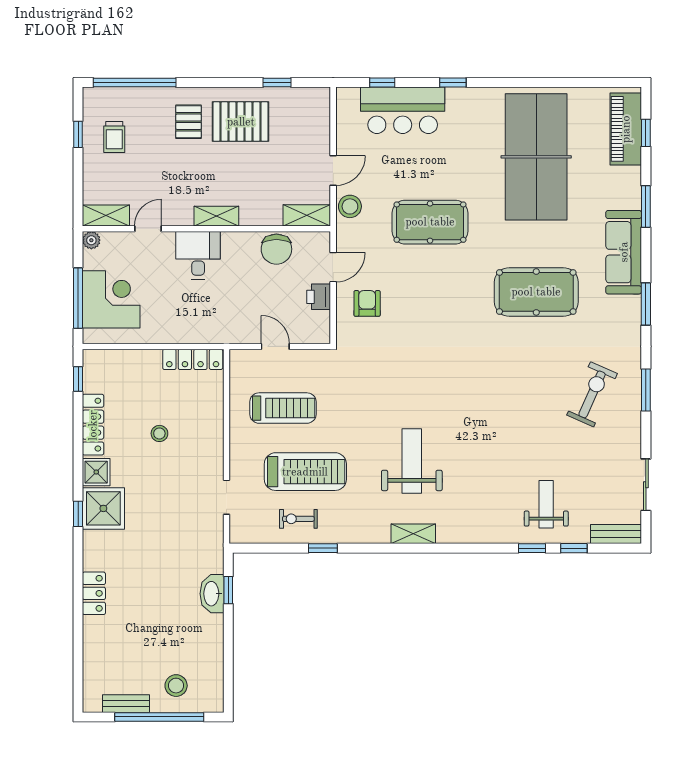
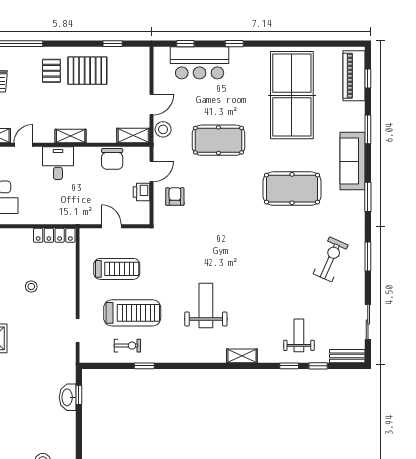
exercise bike: (298, 519) -> (127, 346), turned 180
shelving: (413, 534) -> (242, 356), moved

